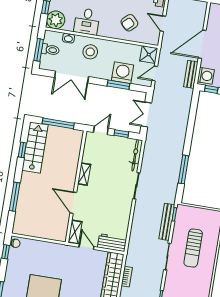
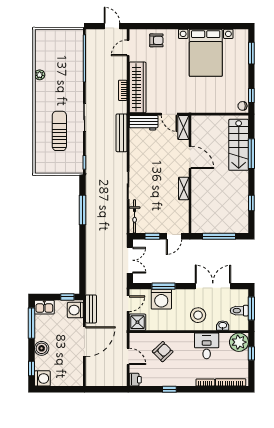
stairs: (35, 148) -> (239, 145), moved
bench: (167, 222) -> (122, 133), moved

